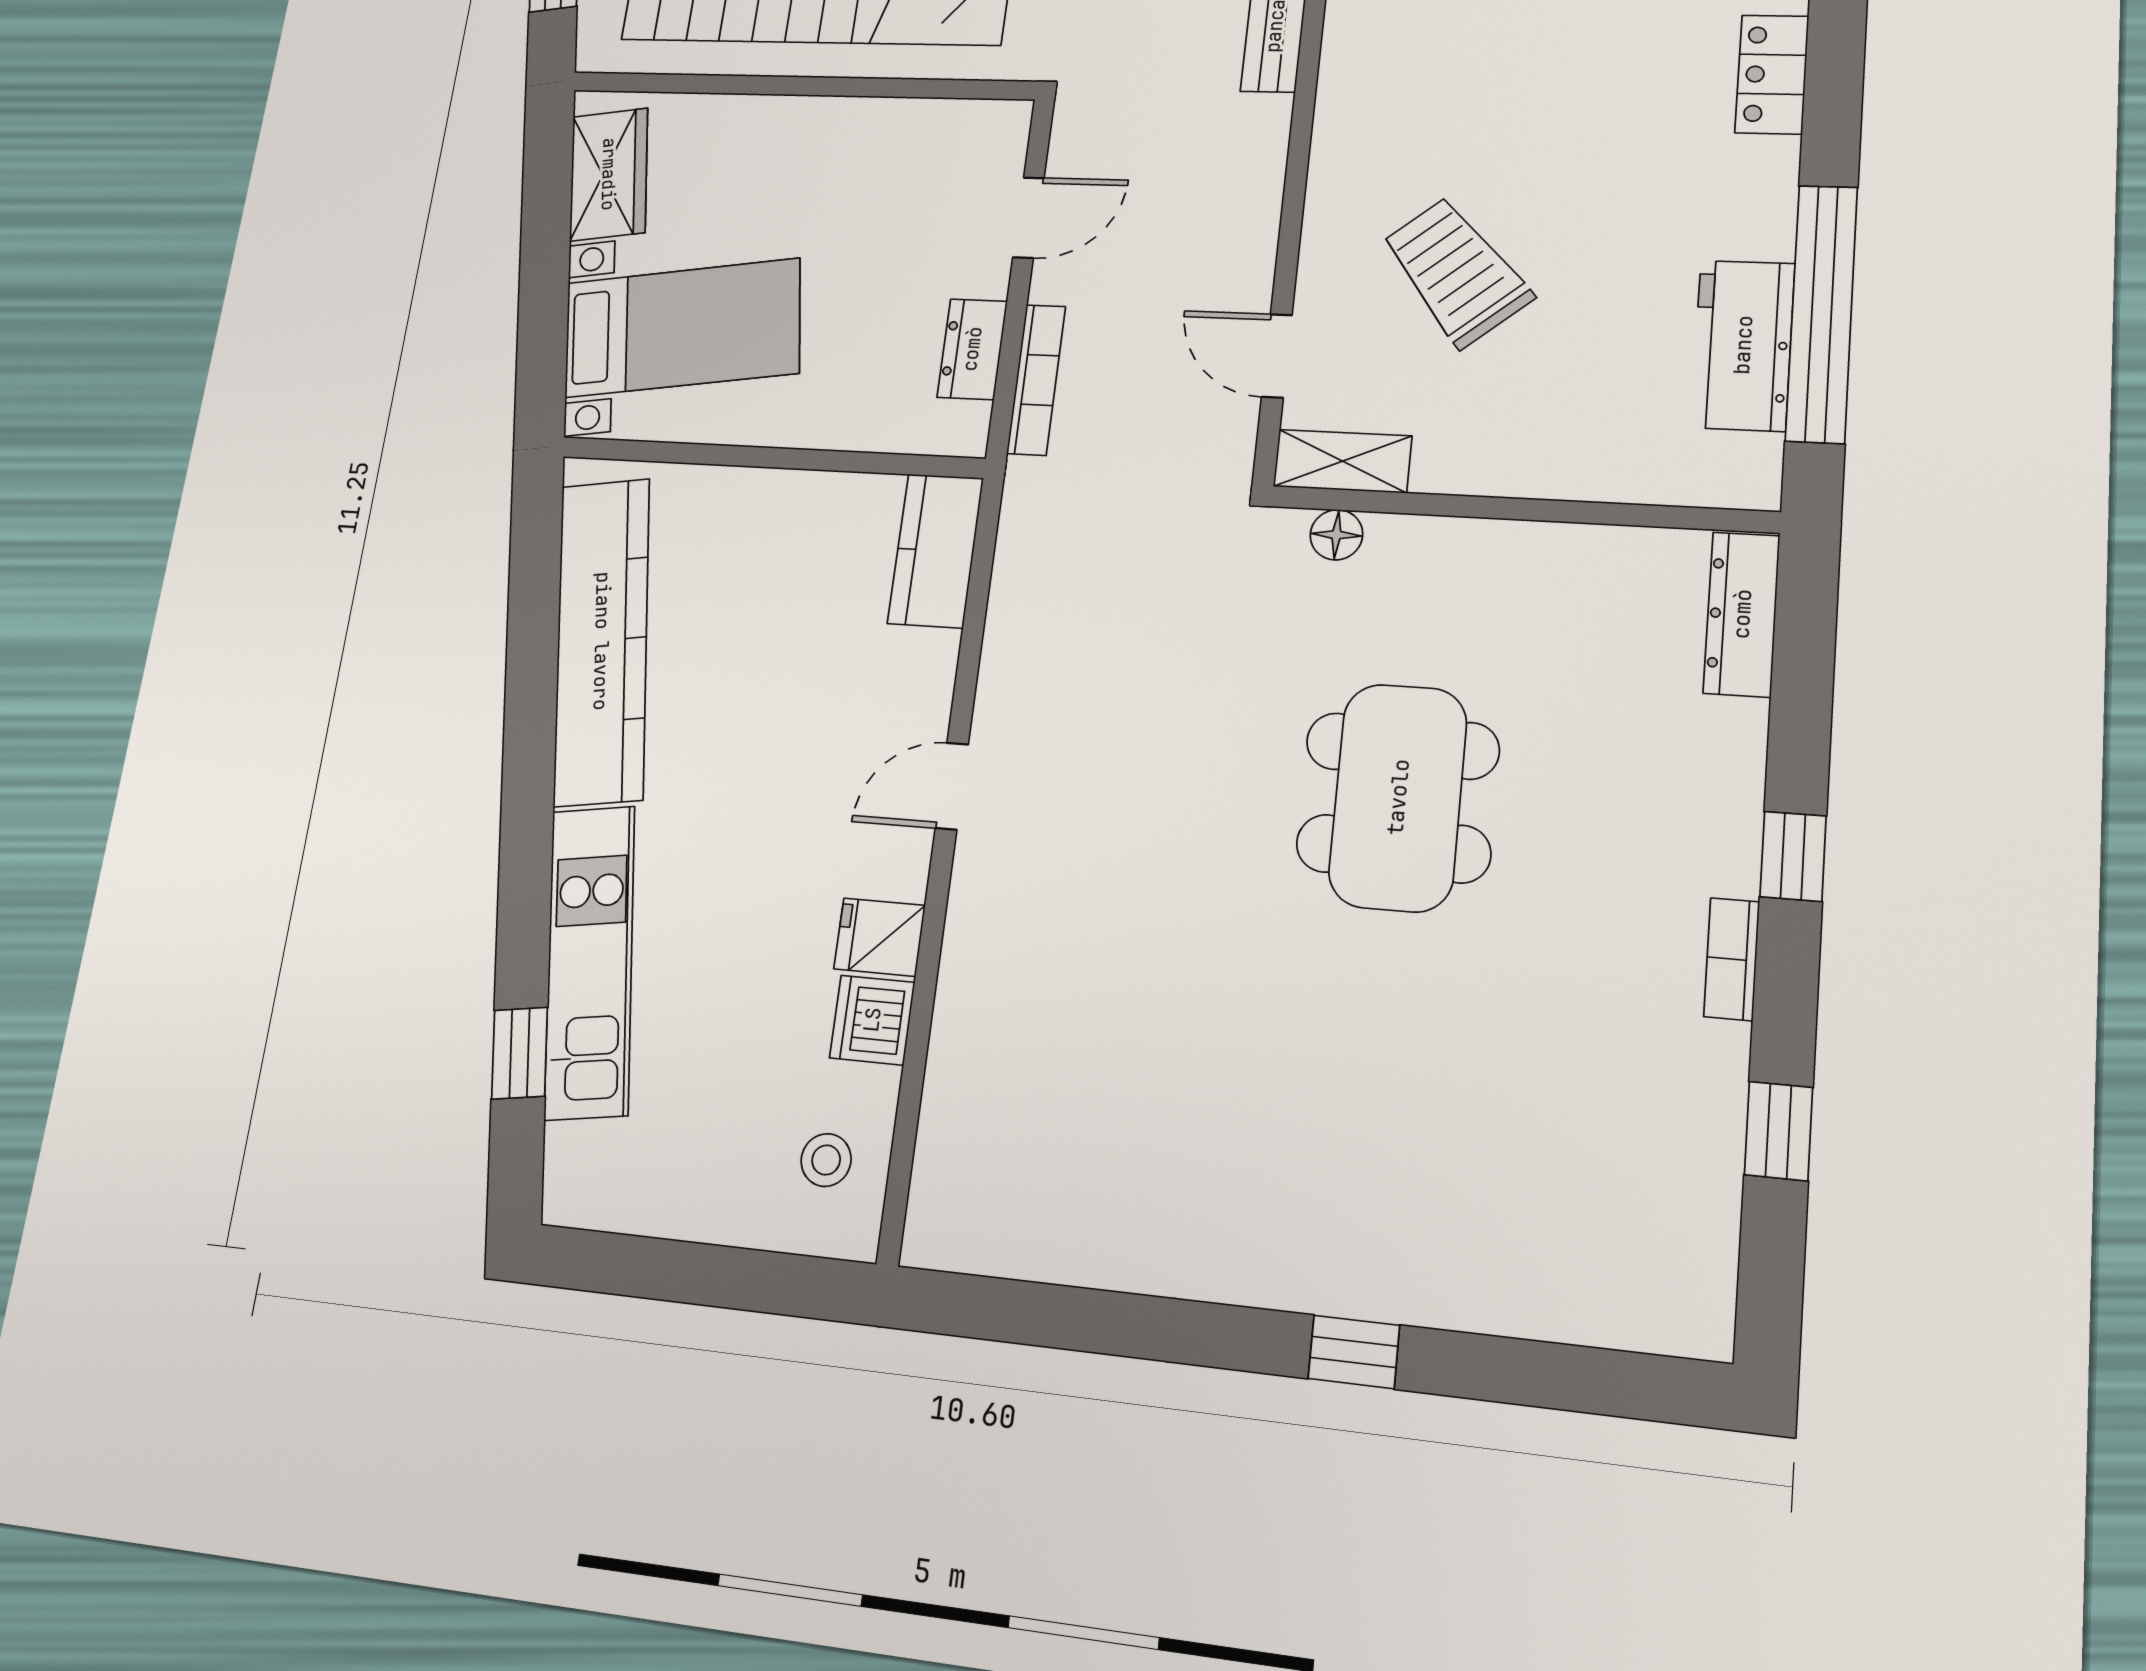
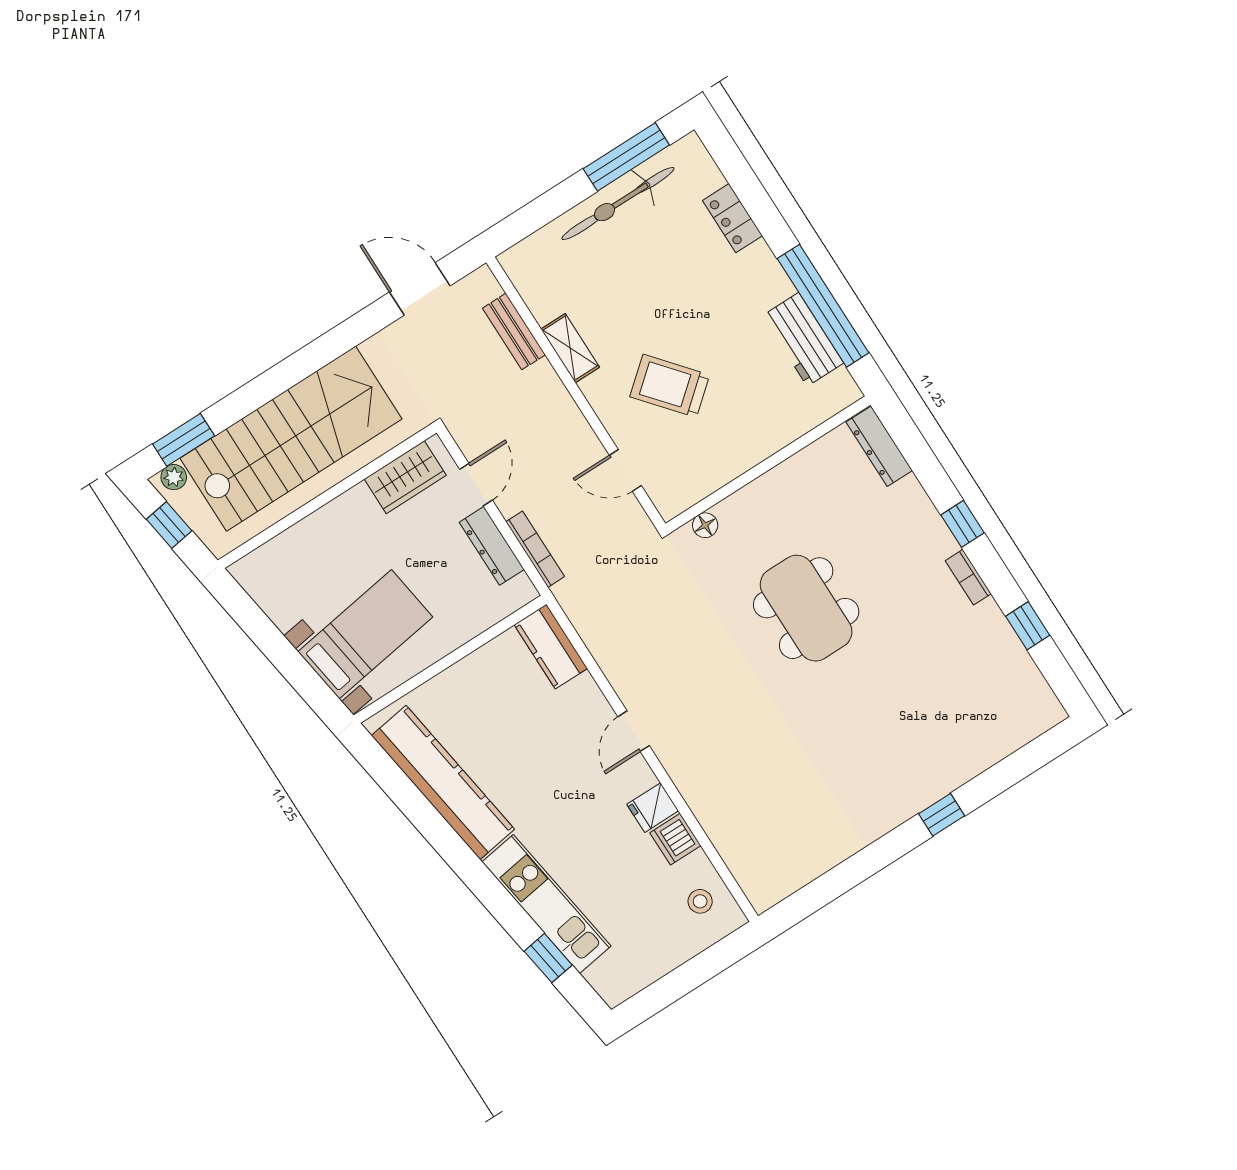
wardrobe: (609, 174) -> (405, 477), moved, turned 99
dresser: (972, 349) -> (492, 546), width x1.44
shelving: (1342, 461) -> (570, 348), moved, turned 90

